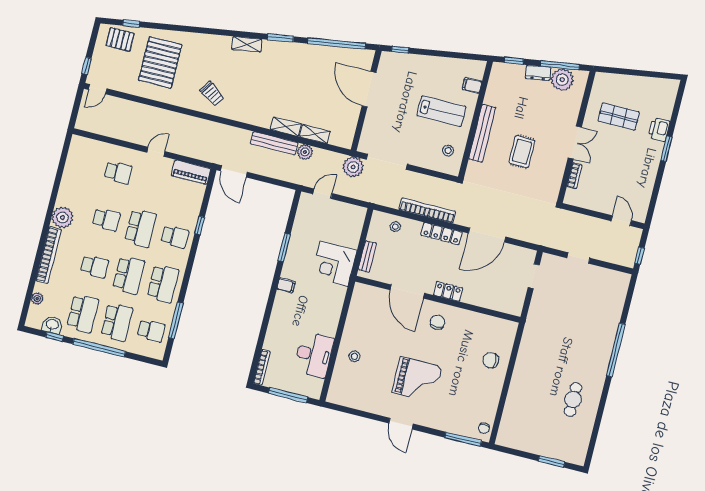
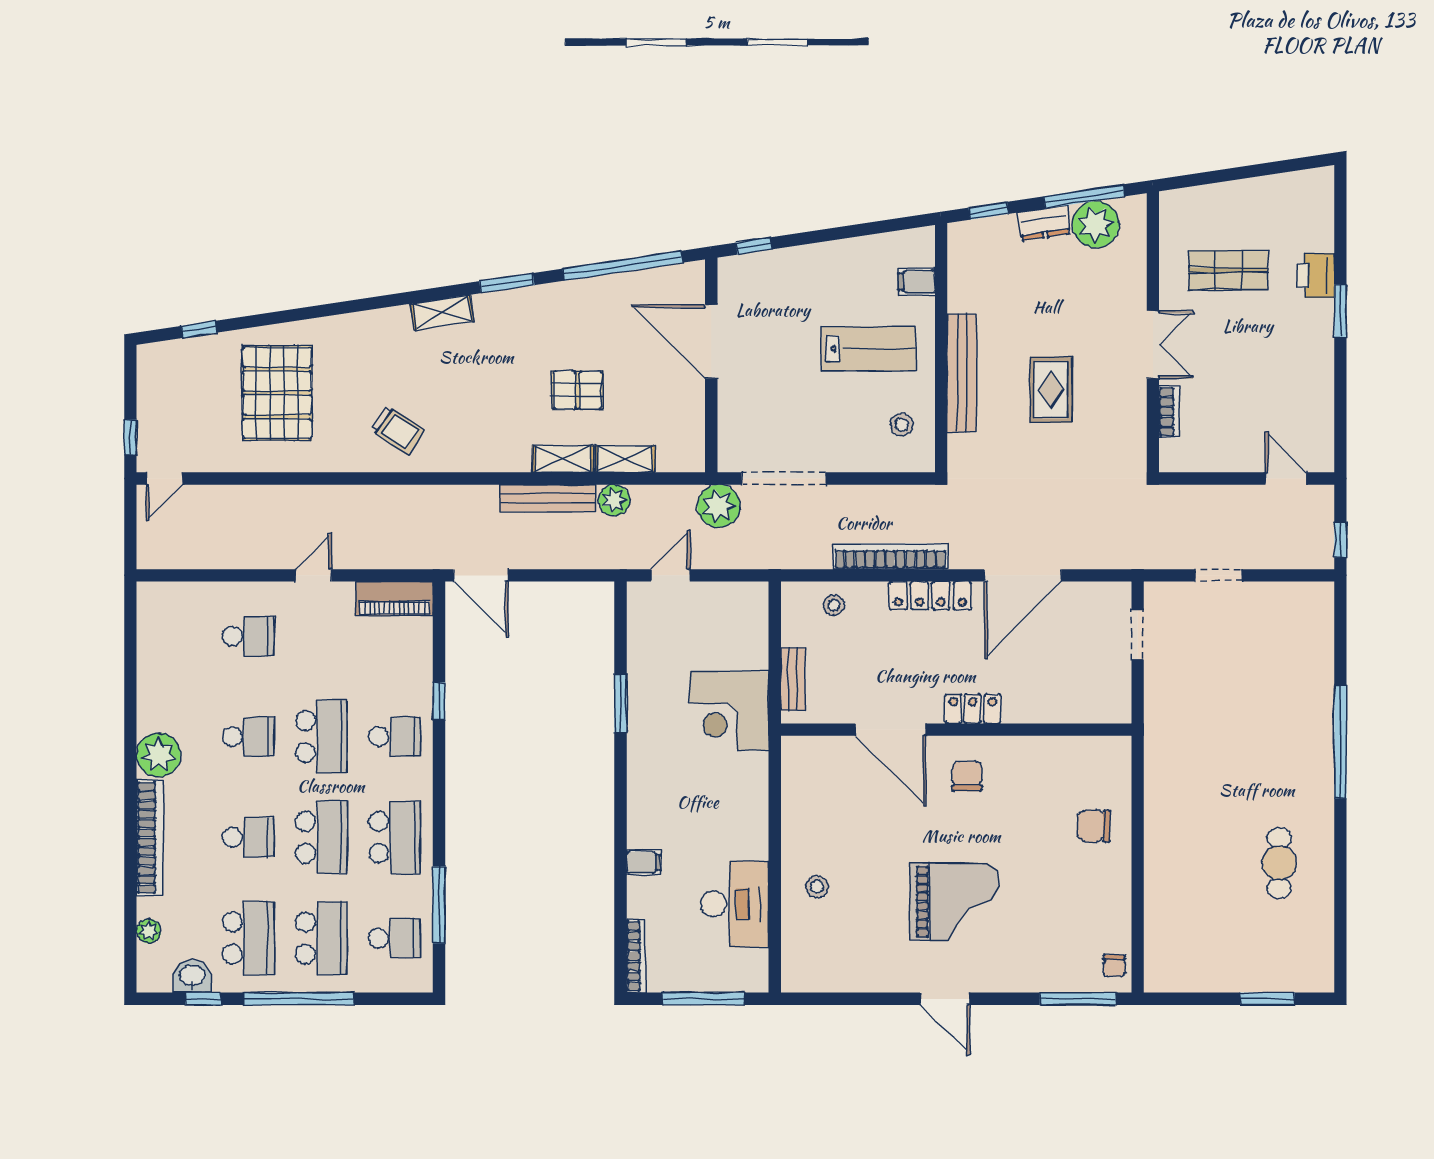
pallet: (120, 39) -> (577, 390), moved
filing cabinet: (286, 285) -> (644, 862), moved

